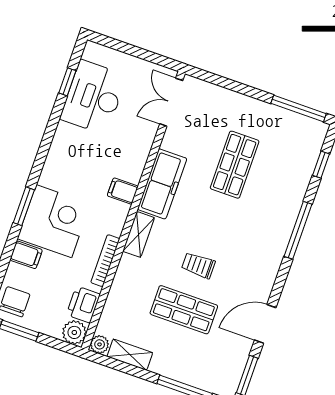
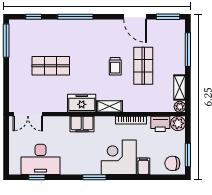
freezer: (162, 184) -> (82, 103), width x0.71
filing cabinet: (123, 191) -> (82, 124), width x2.00
window: (24, 206) -> (94, 177), moved

